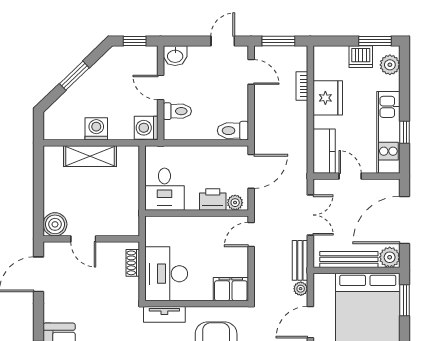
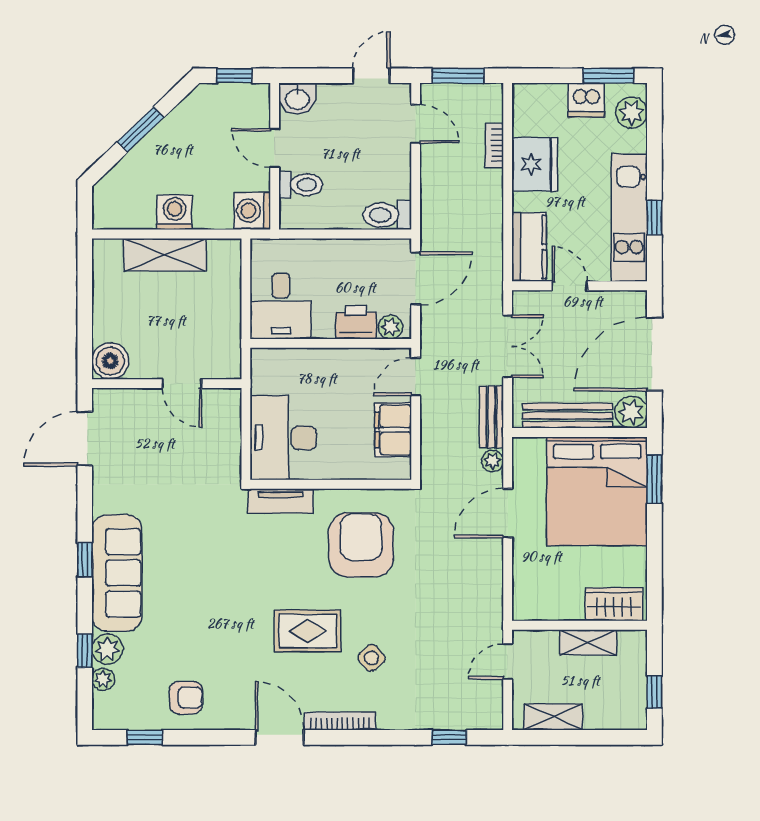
door: (83, 239) -> (182, 384), moved
shoe rack: (133, 263) -> (231, 421), removed
filing cabinet: (231, 289) -> (393, 430), moved, turned -90

